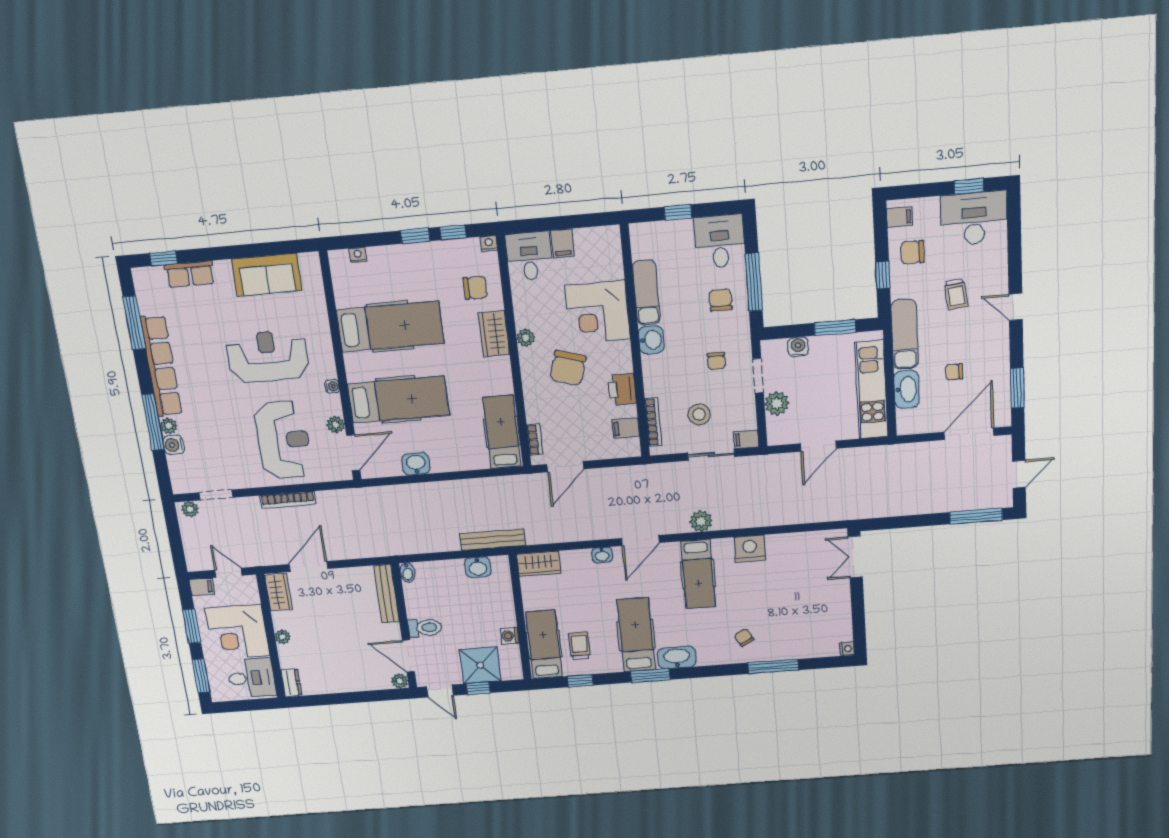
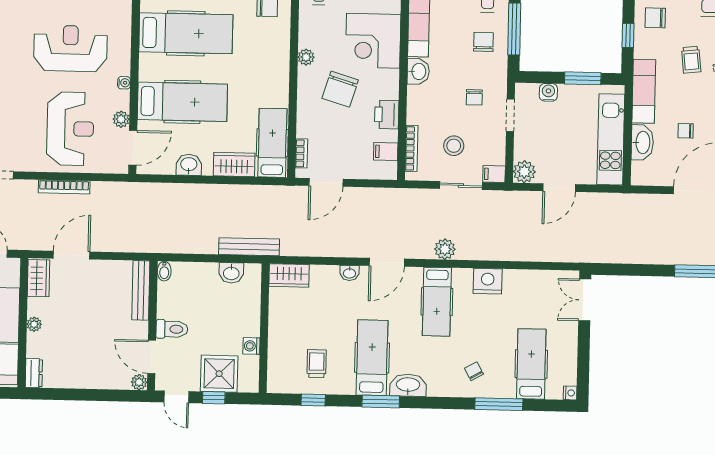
wardrobe: (494, 334) -> (234, 164), moved, turned 90
plant: (777, 403) -> (524, 172), moved
hospital bed: (544, 644) -> (531, 364), moved

